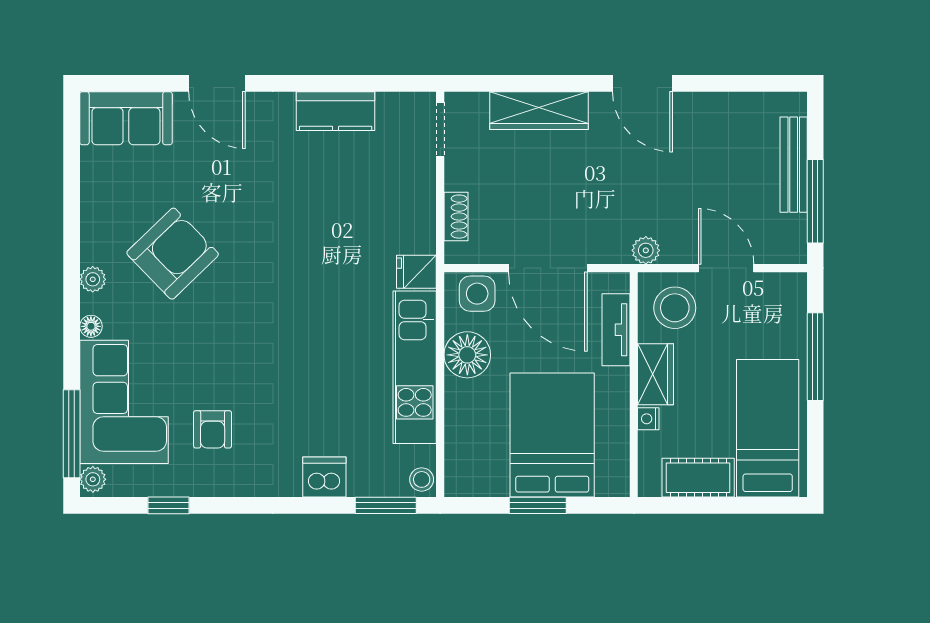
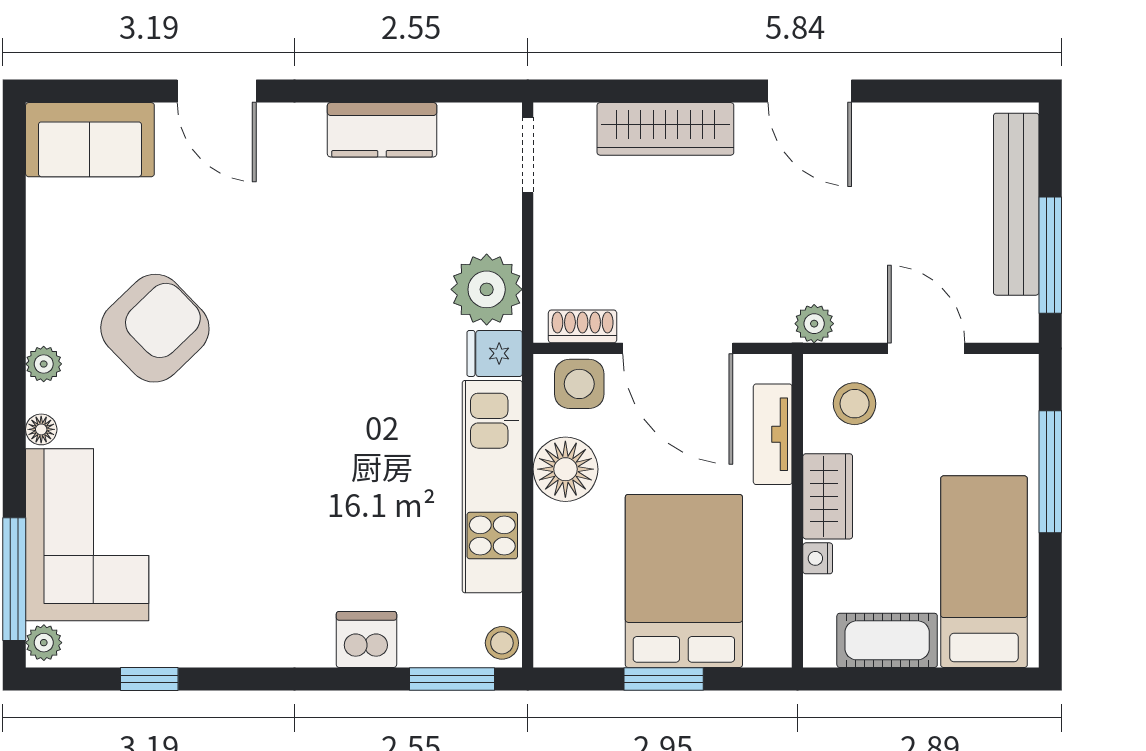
bench: (794, 165) -> (1016, 204), width x1.37, depth x1.21
shoe rack: (456, 217) -> (583, 326), moved, turned -90
plant: (411, 226) -> (487, 289), added
stool: (675, 308) -> (855, 404), width x0.73, depth x0.73
armchair: (213, 429) -> (211, 573), removed

